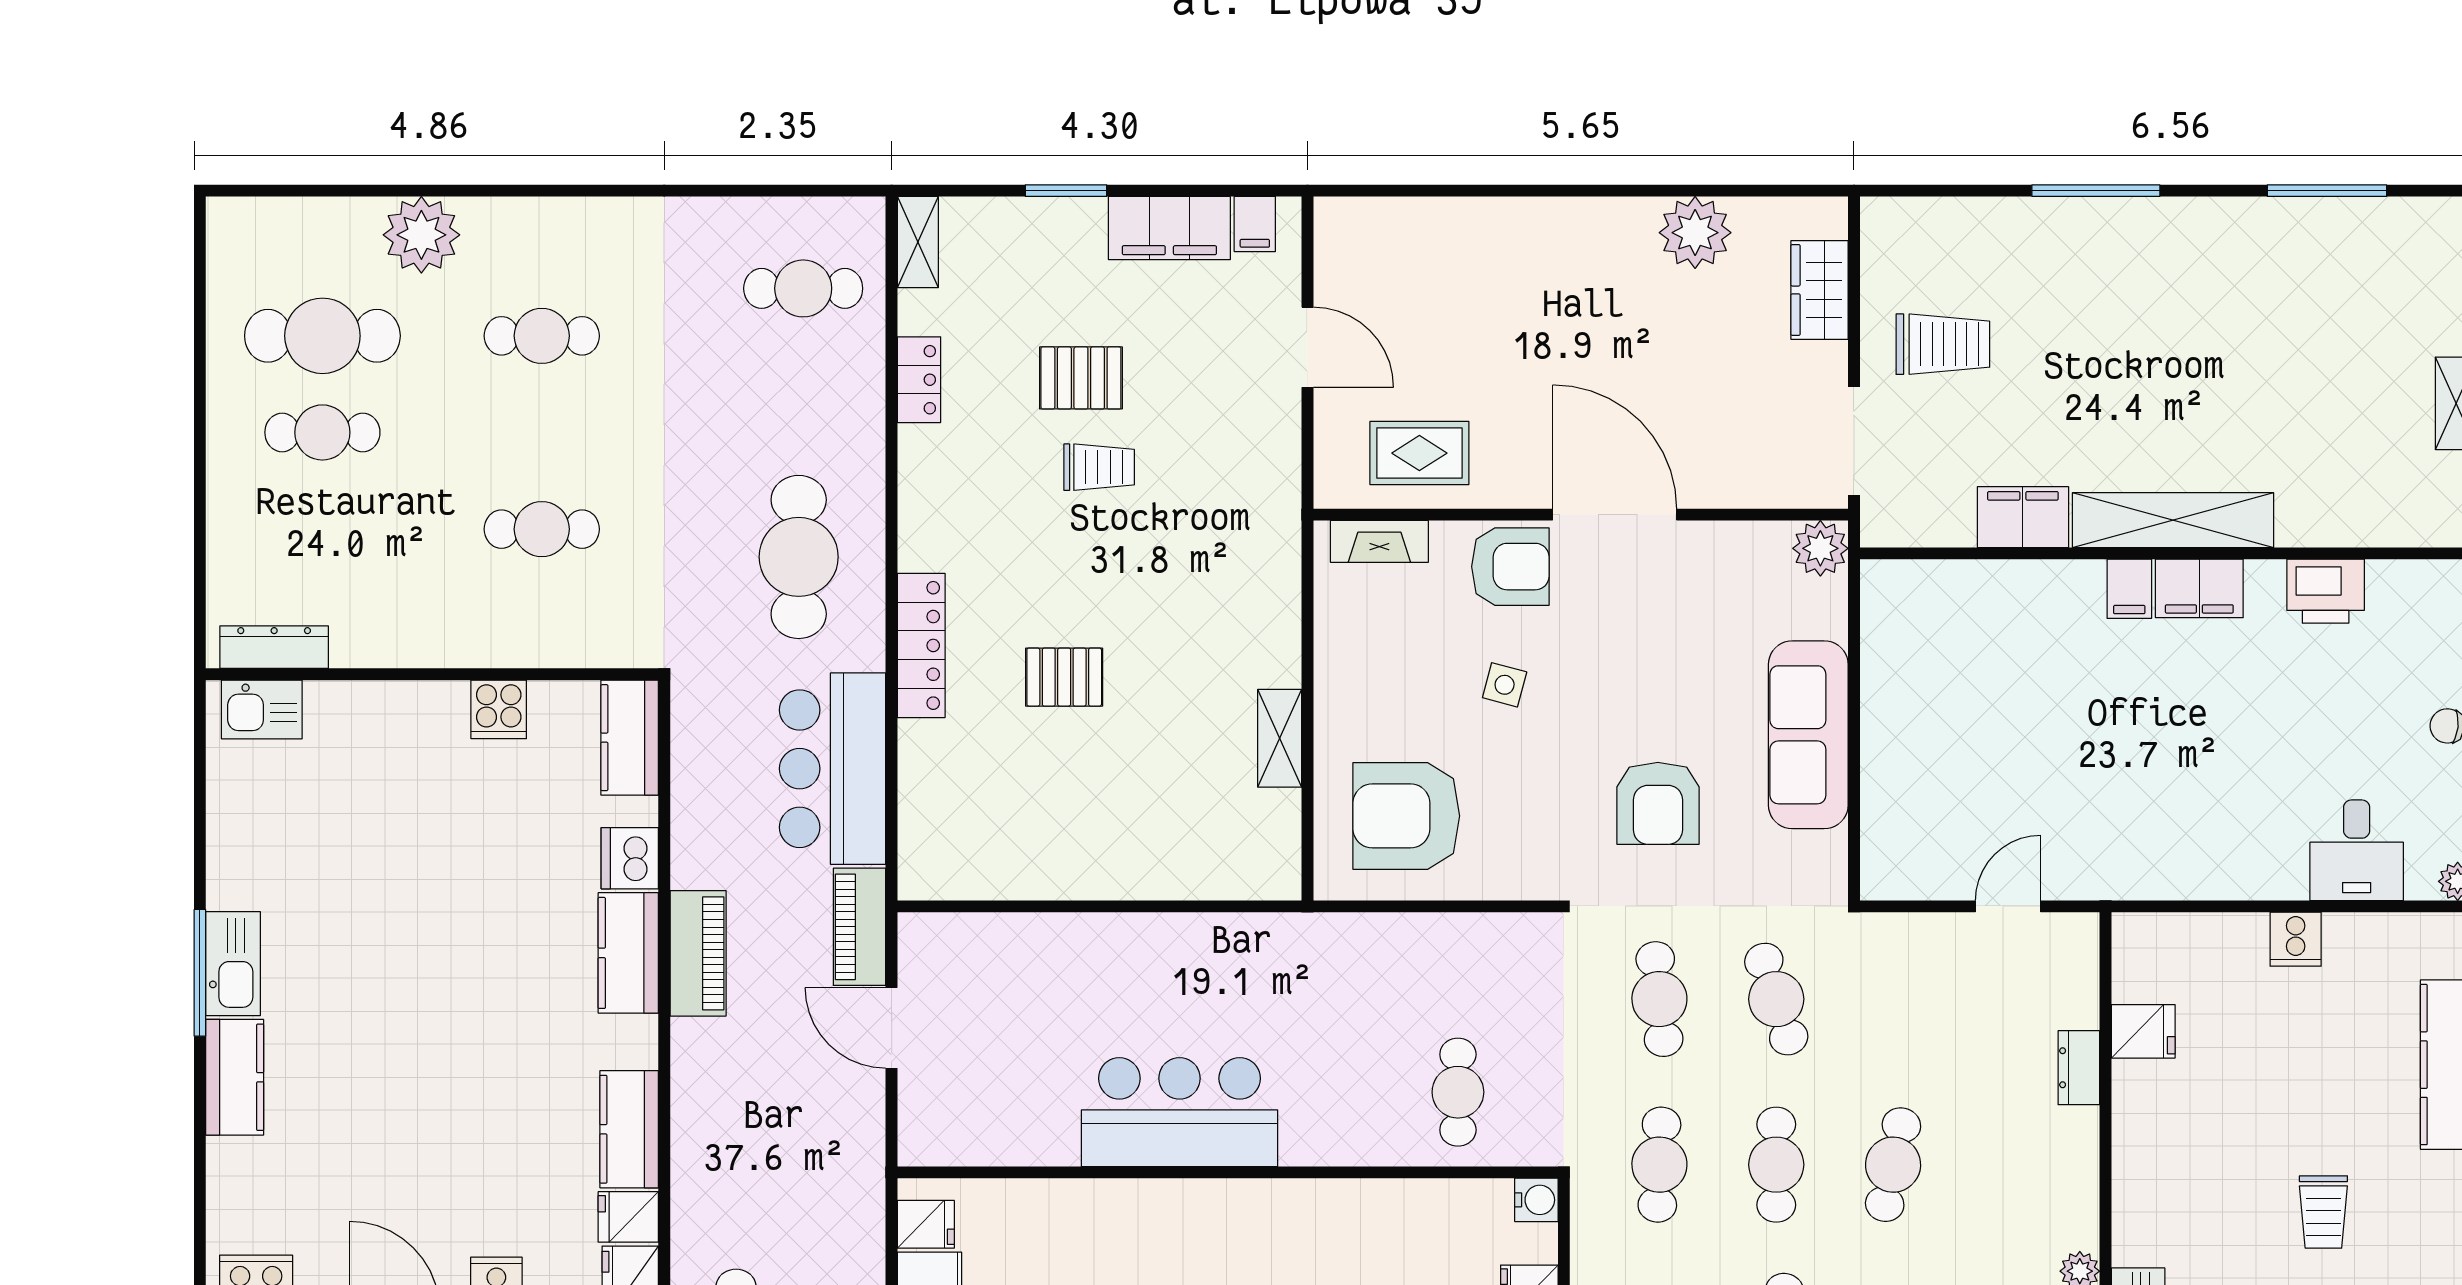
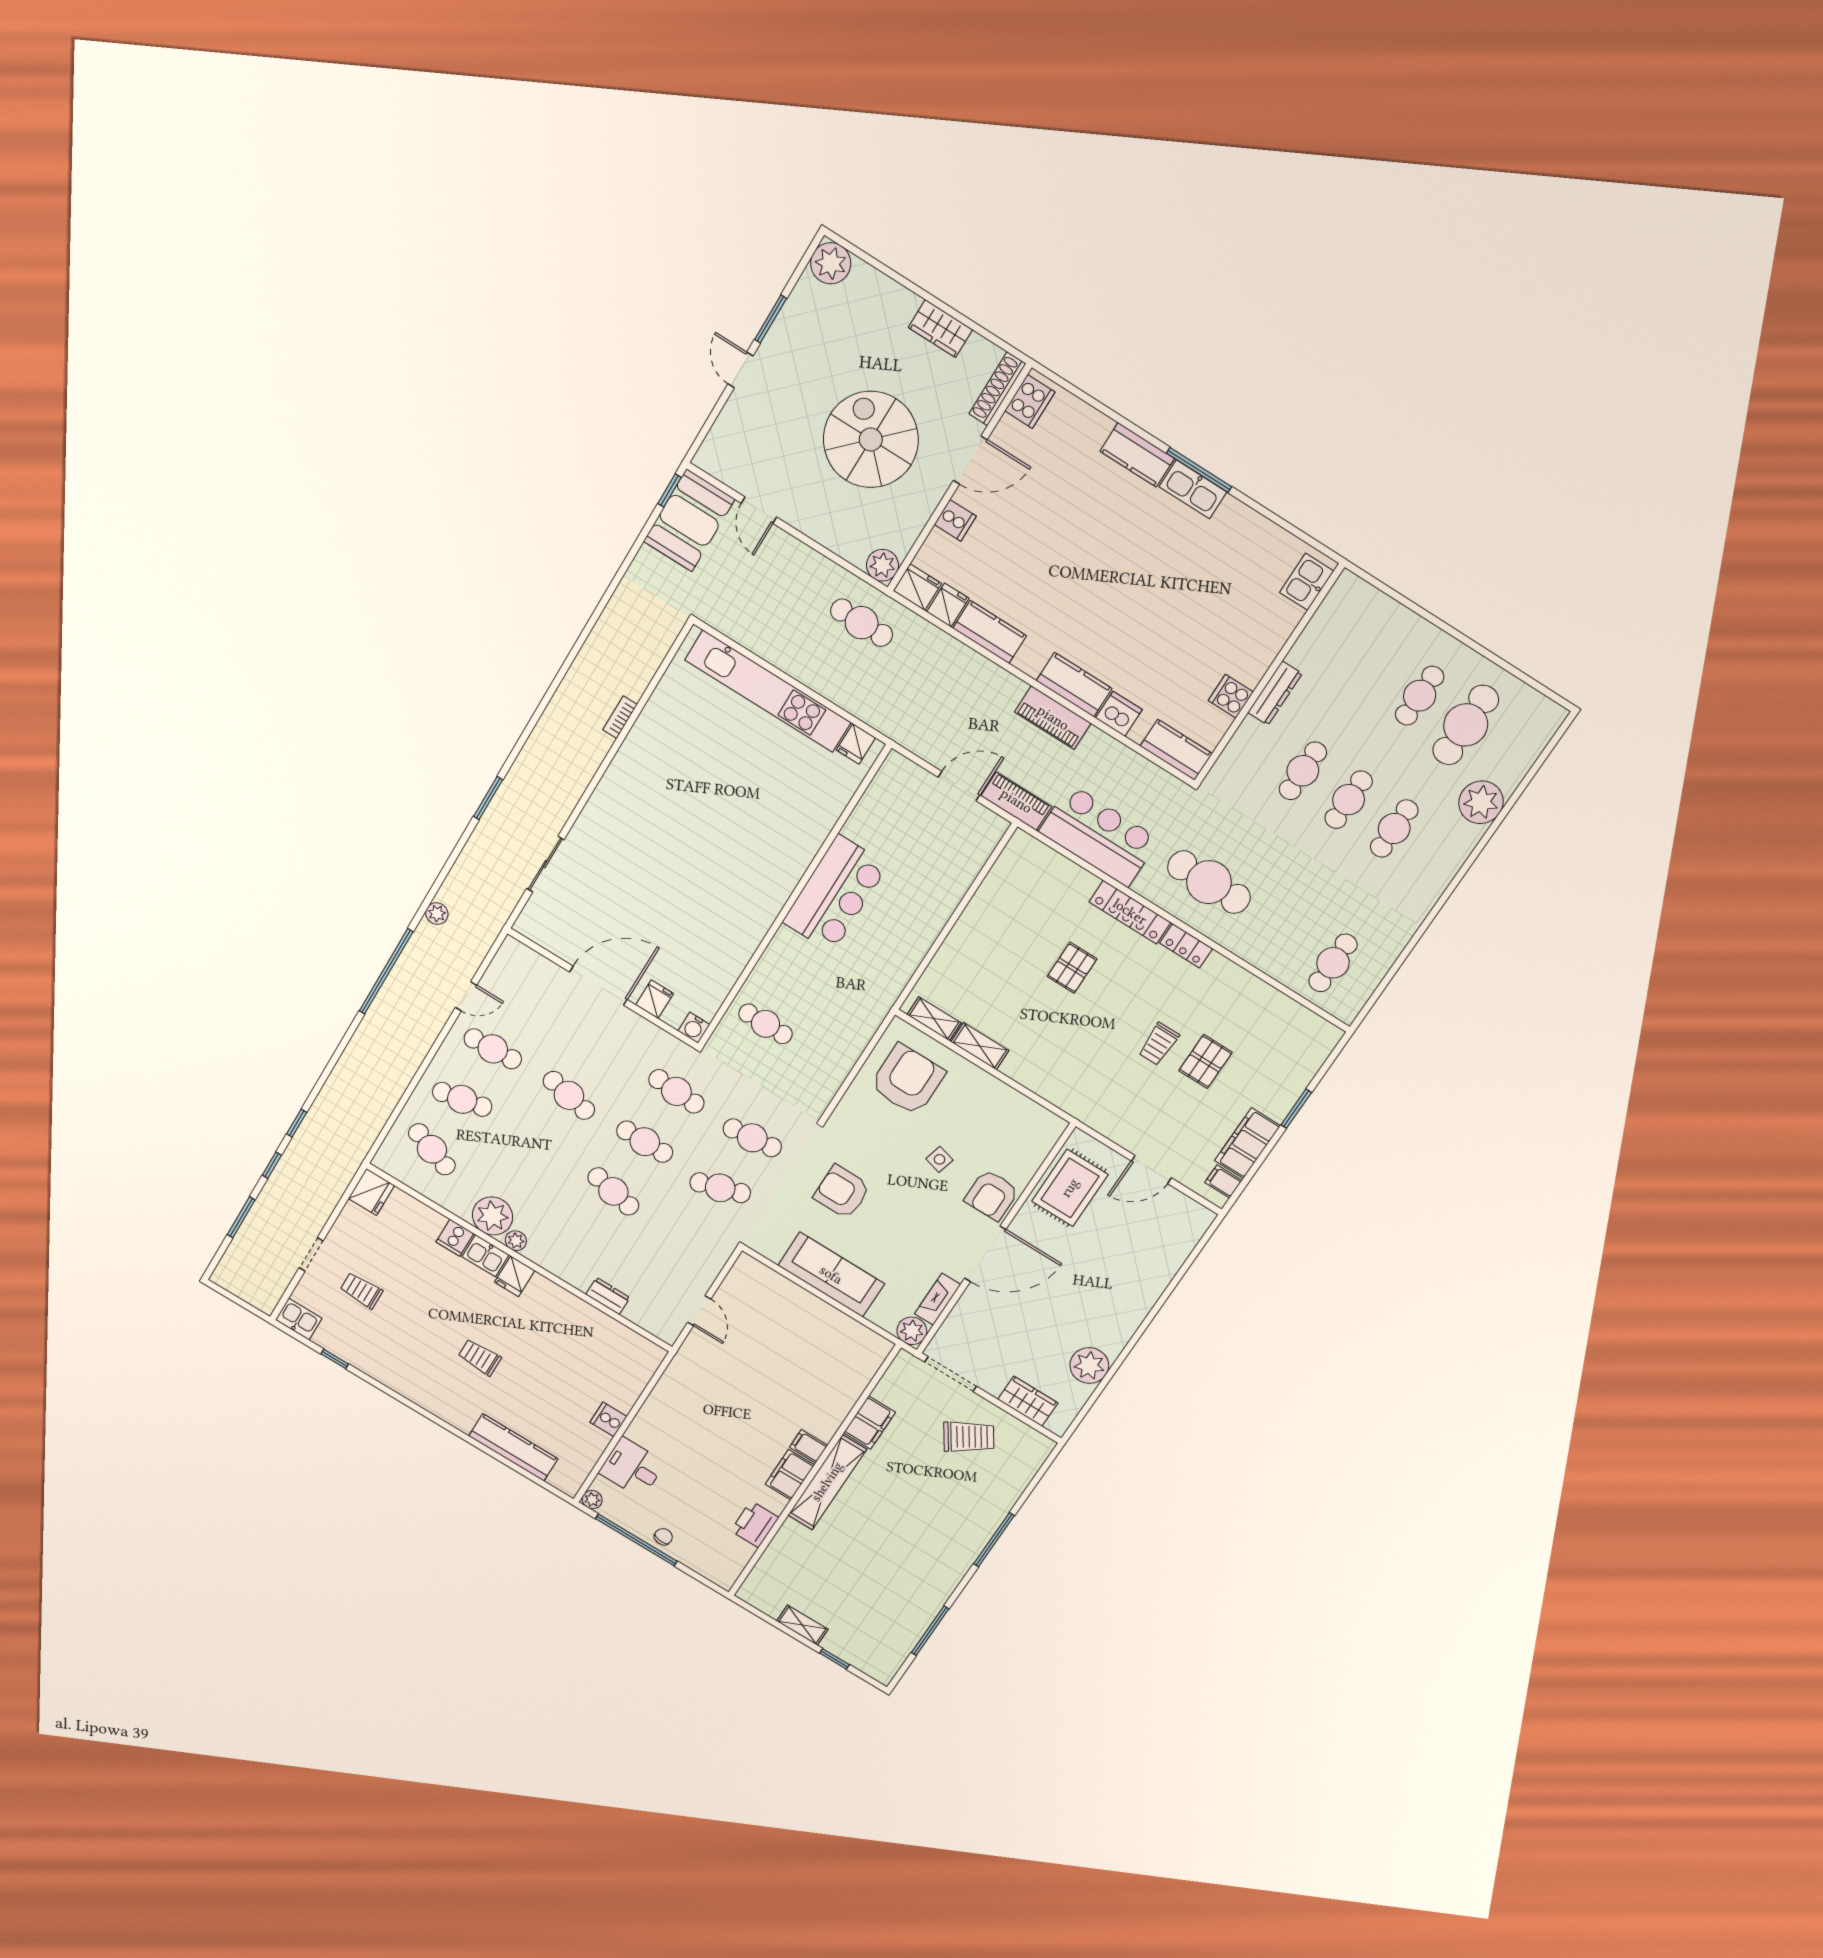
shelving: (918, 242) -> (934, 1019), moved
trolley: (1943, 344) -> (969, 1437), turned -123
locker: (919, 380) -> (1186, 946), moved
cafe table: (542, 432) -> (1349, 800), added
rug: (1419, 453) -> (1070, 1188), width x1.36, depth x1.43
fireplace: (1379, 541) -> (938, 1299), moved
dresser: (274, 647) -> (1275, 693), moved
fridge: (2143, 1031) -> (515, 1276), moved

